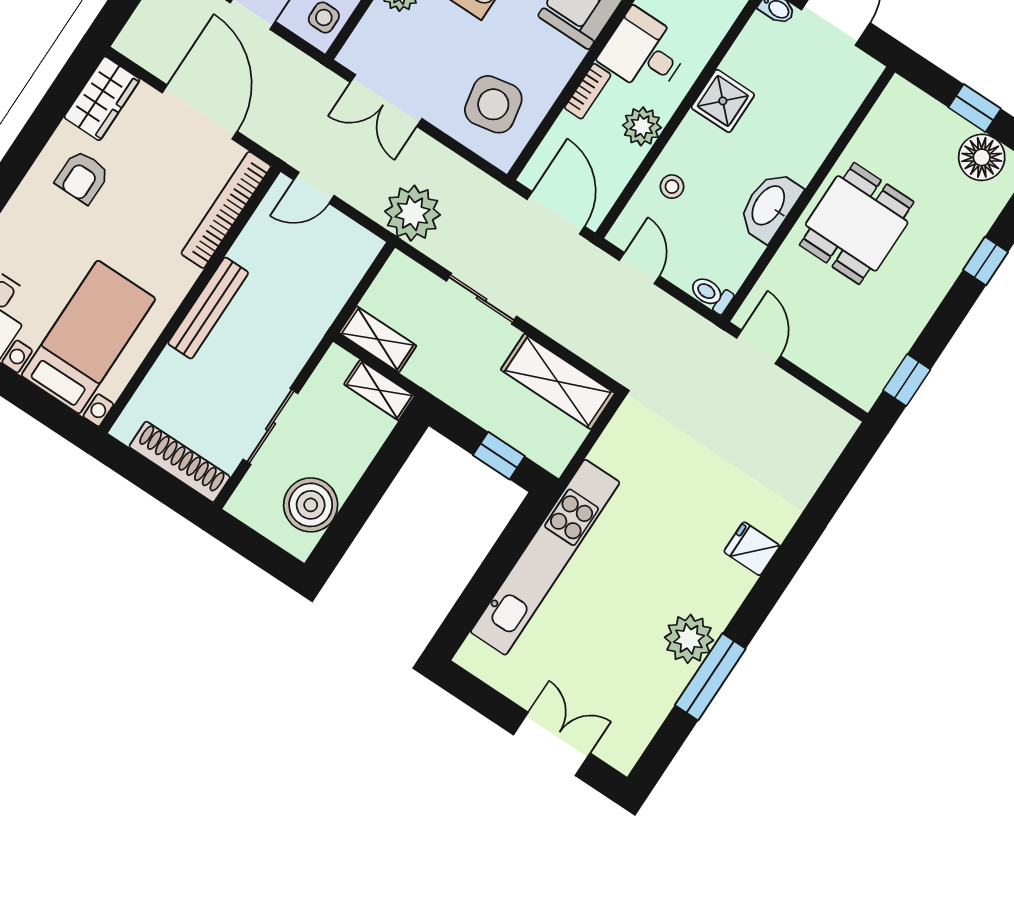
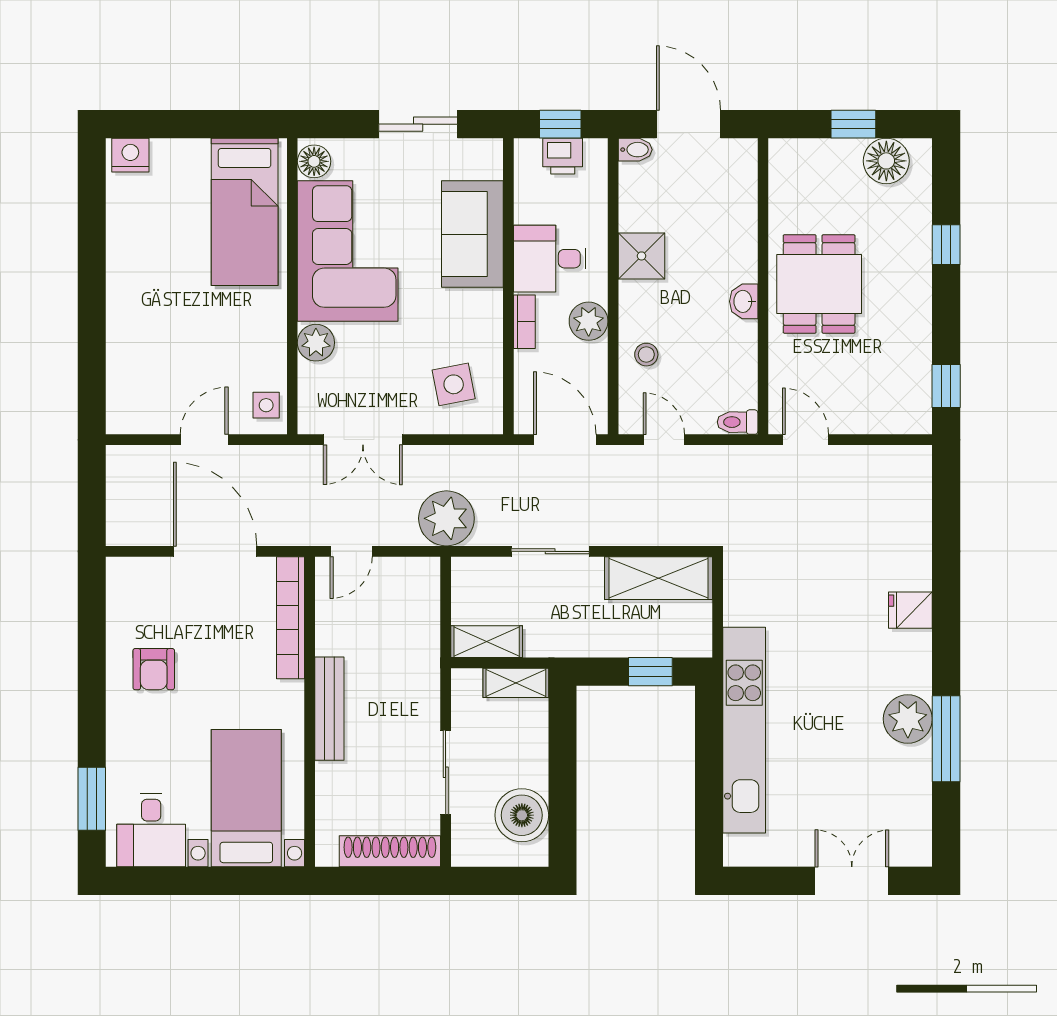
wardrobe: (102, 98) -> (127, 593), removed
side table: (493, 104) -> (454, 384), width x0.73, depth x0.73
washbasin: (769, 206) -> (744, 301), width x0.52, depth x0.69

